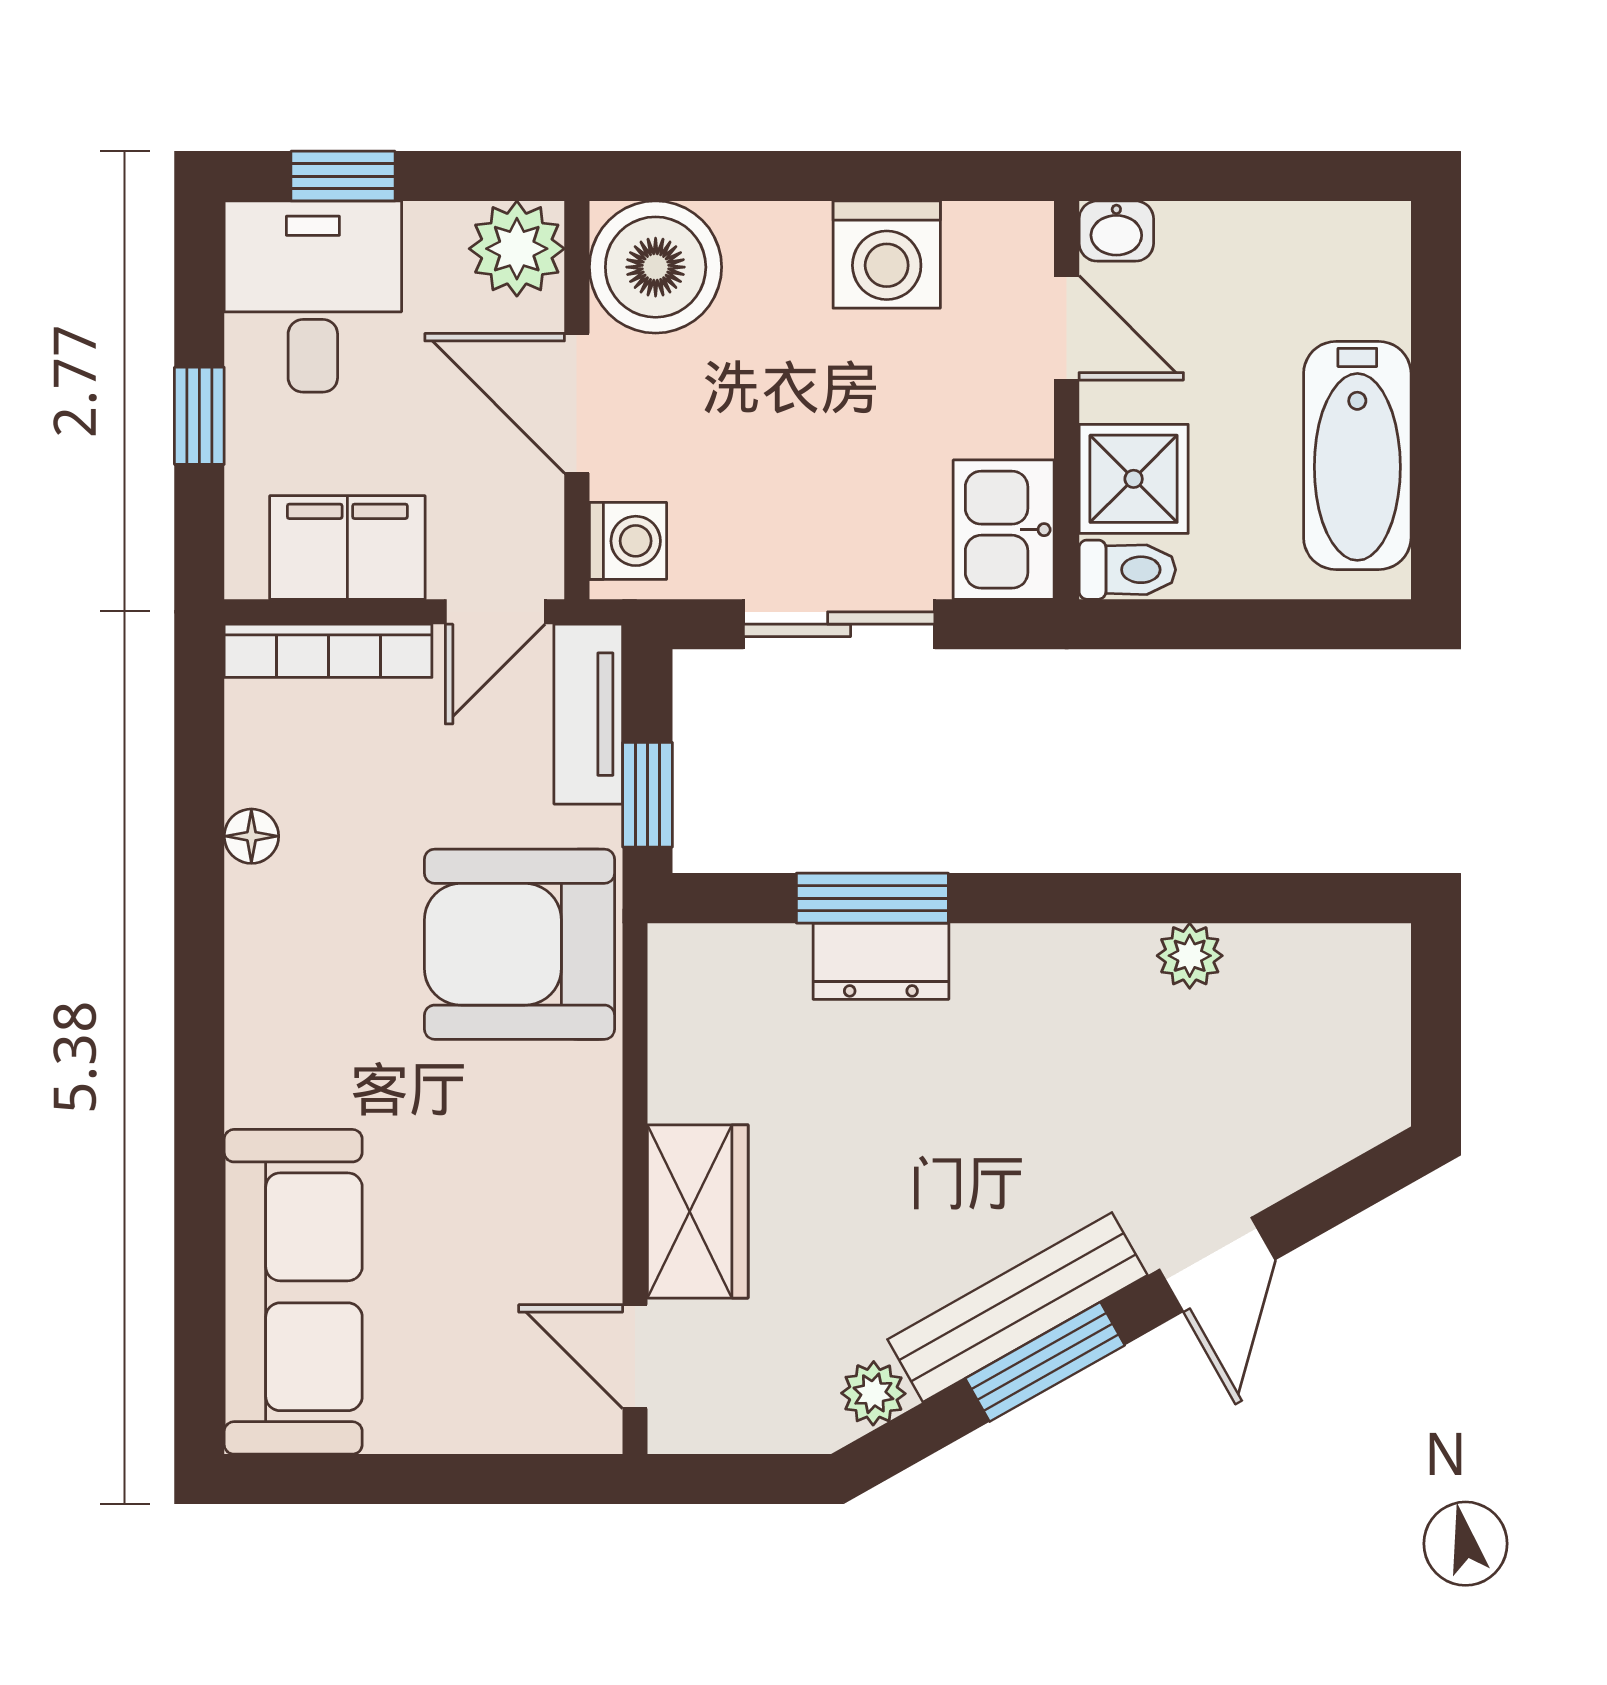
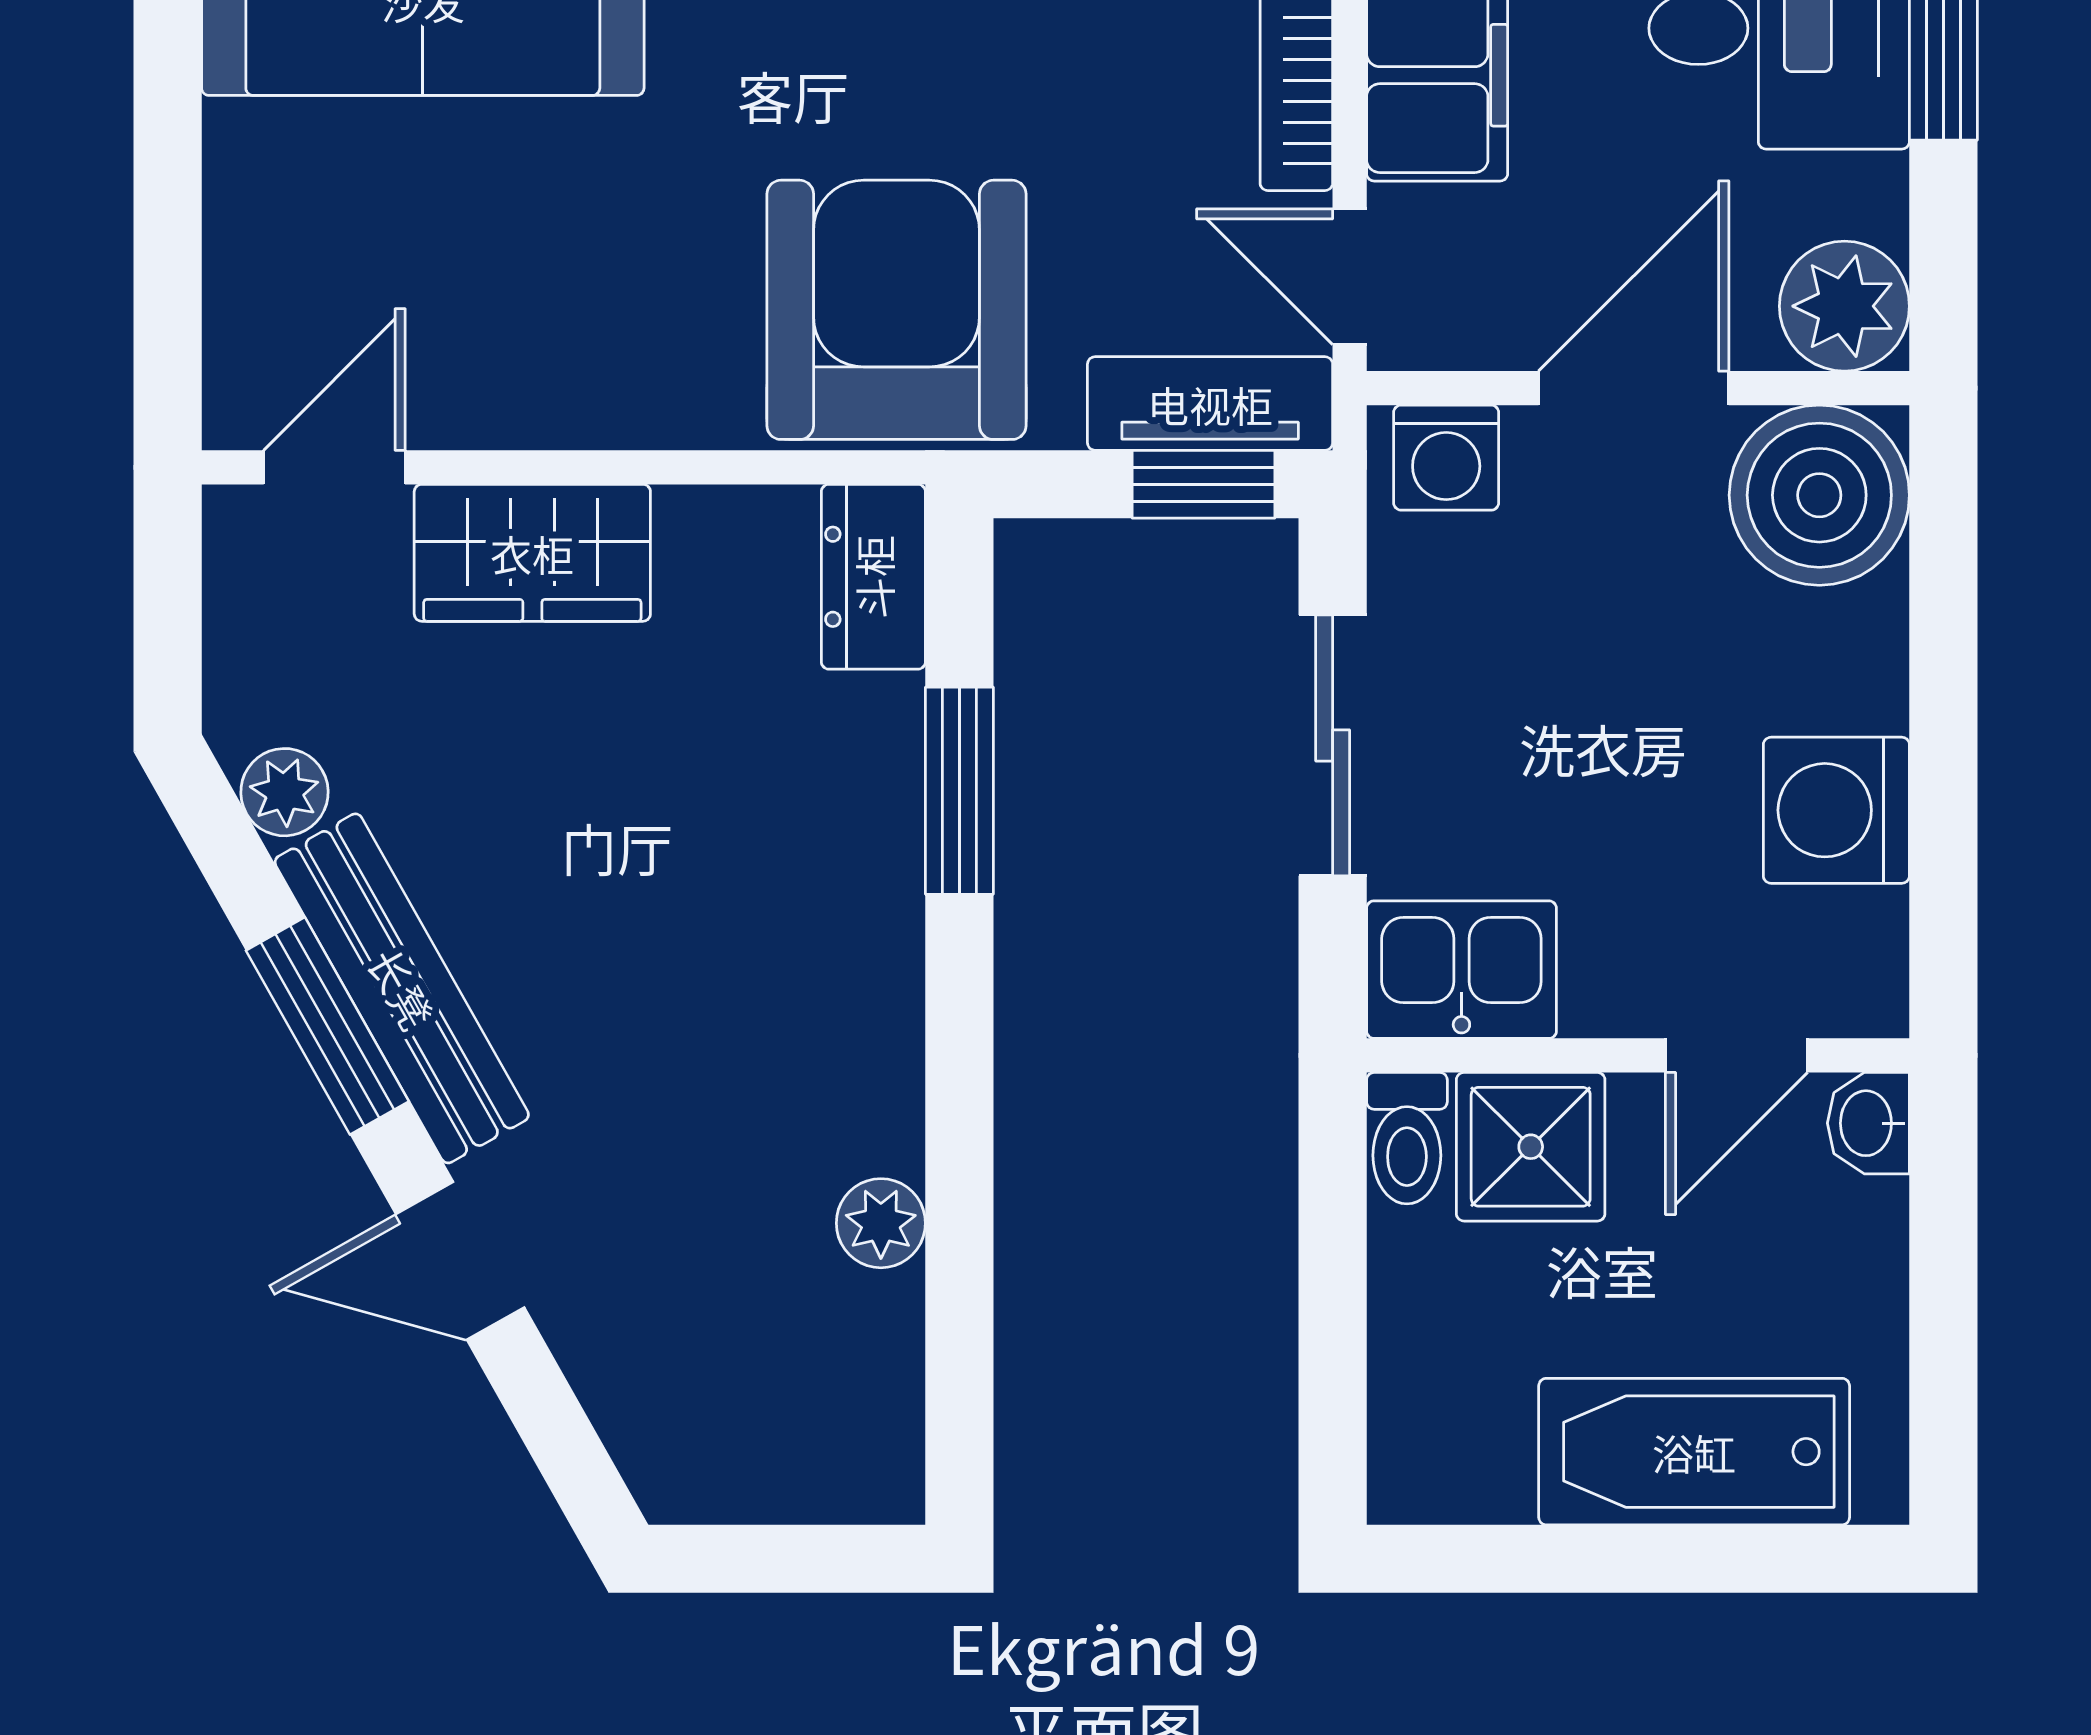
bathtub: (1357, 456) -> (1694, 1452), moved
window: (647, 795) -> (1203, 484), moved
dresser: (881, 961) -> (873, 577), moved

